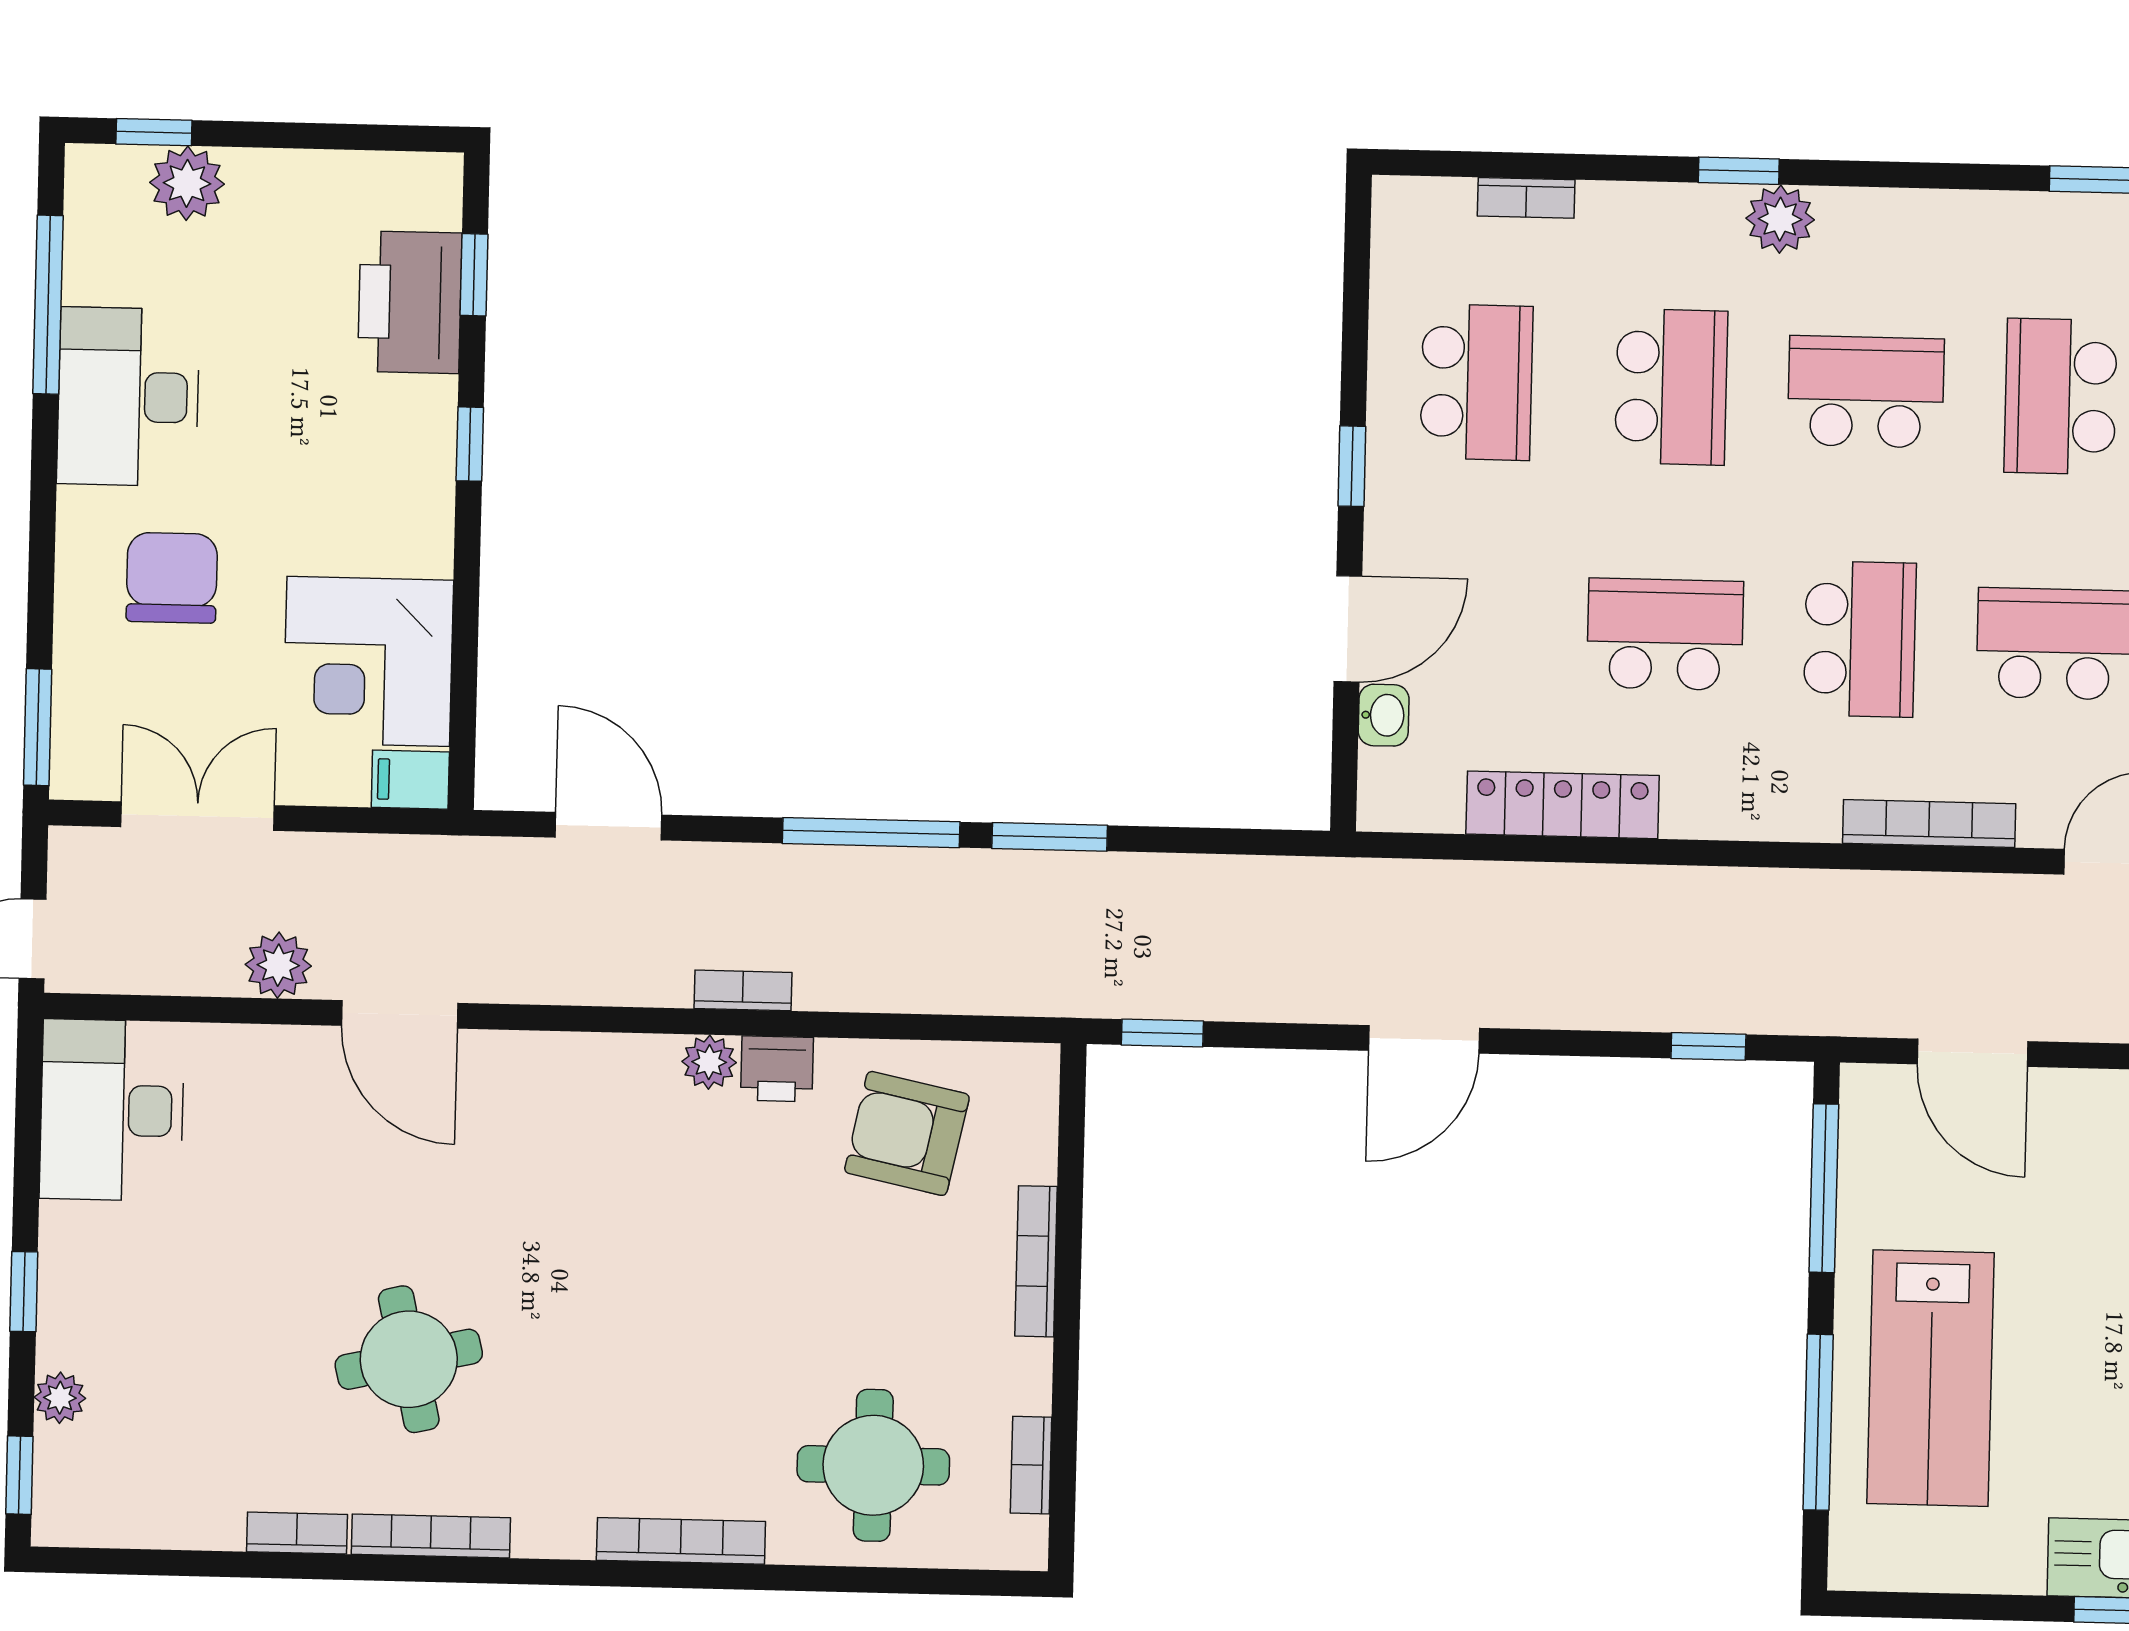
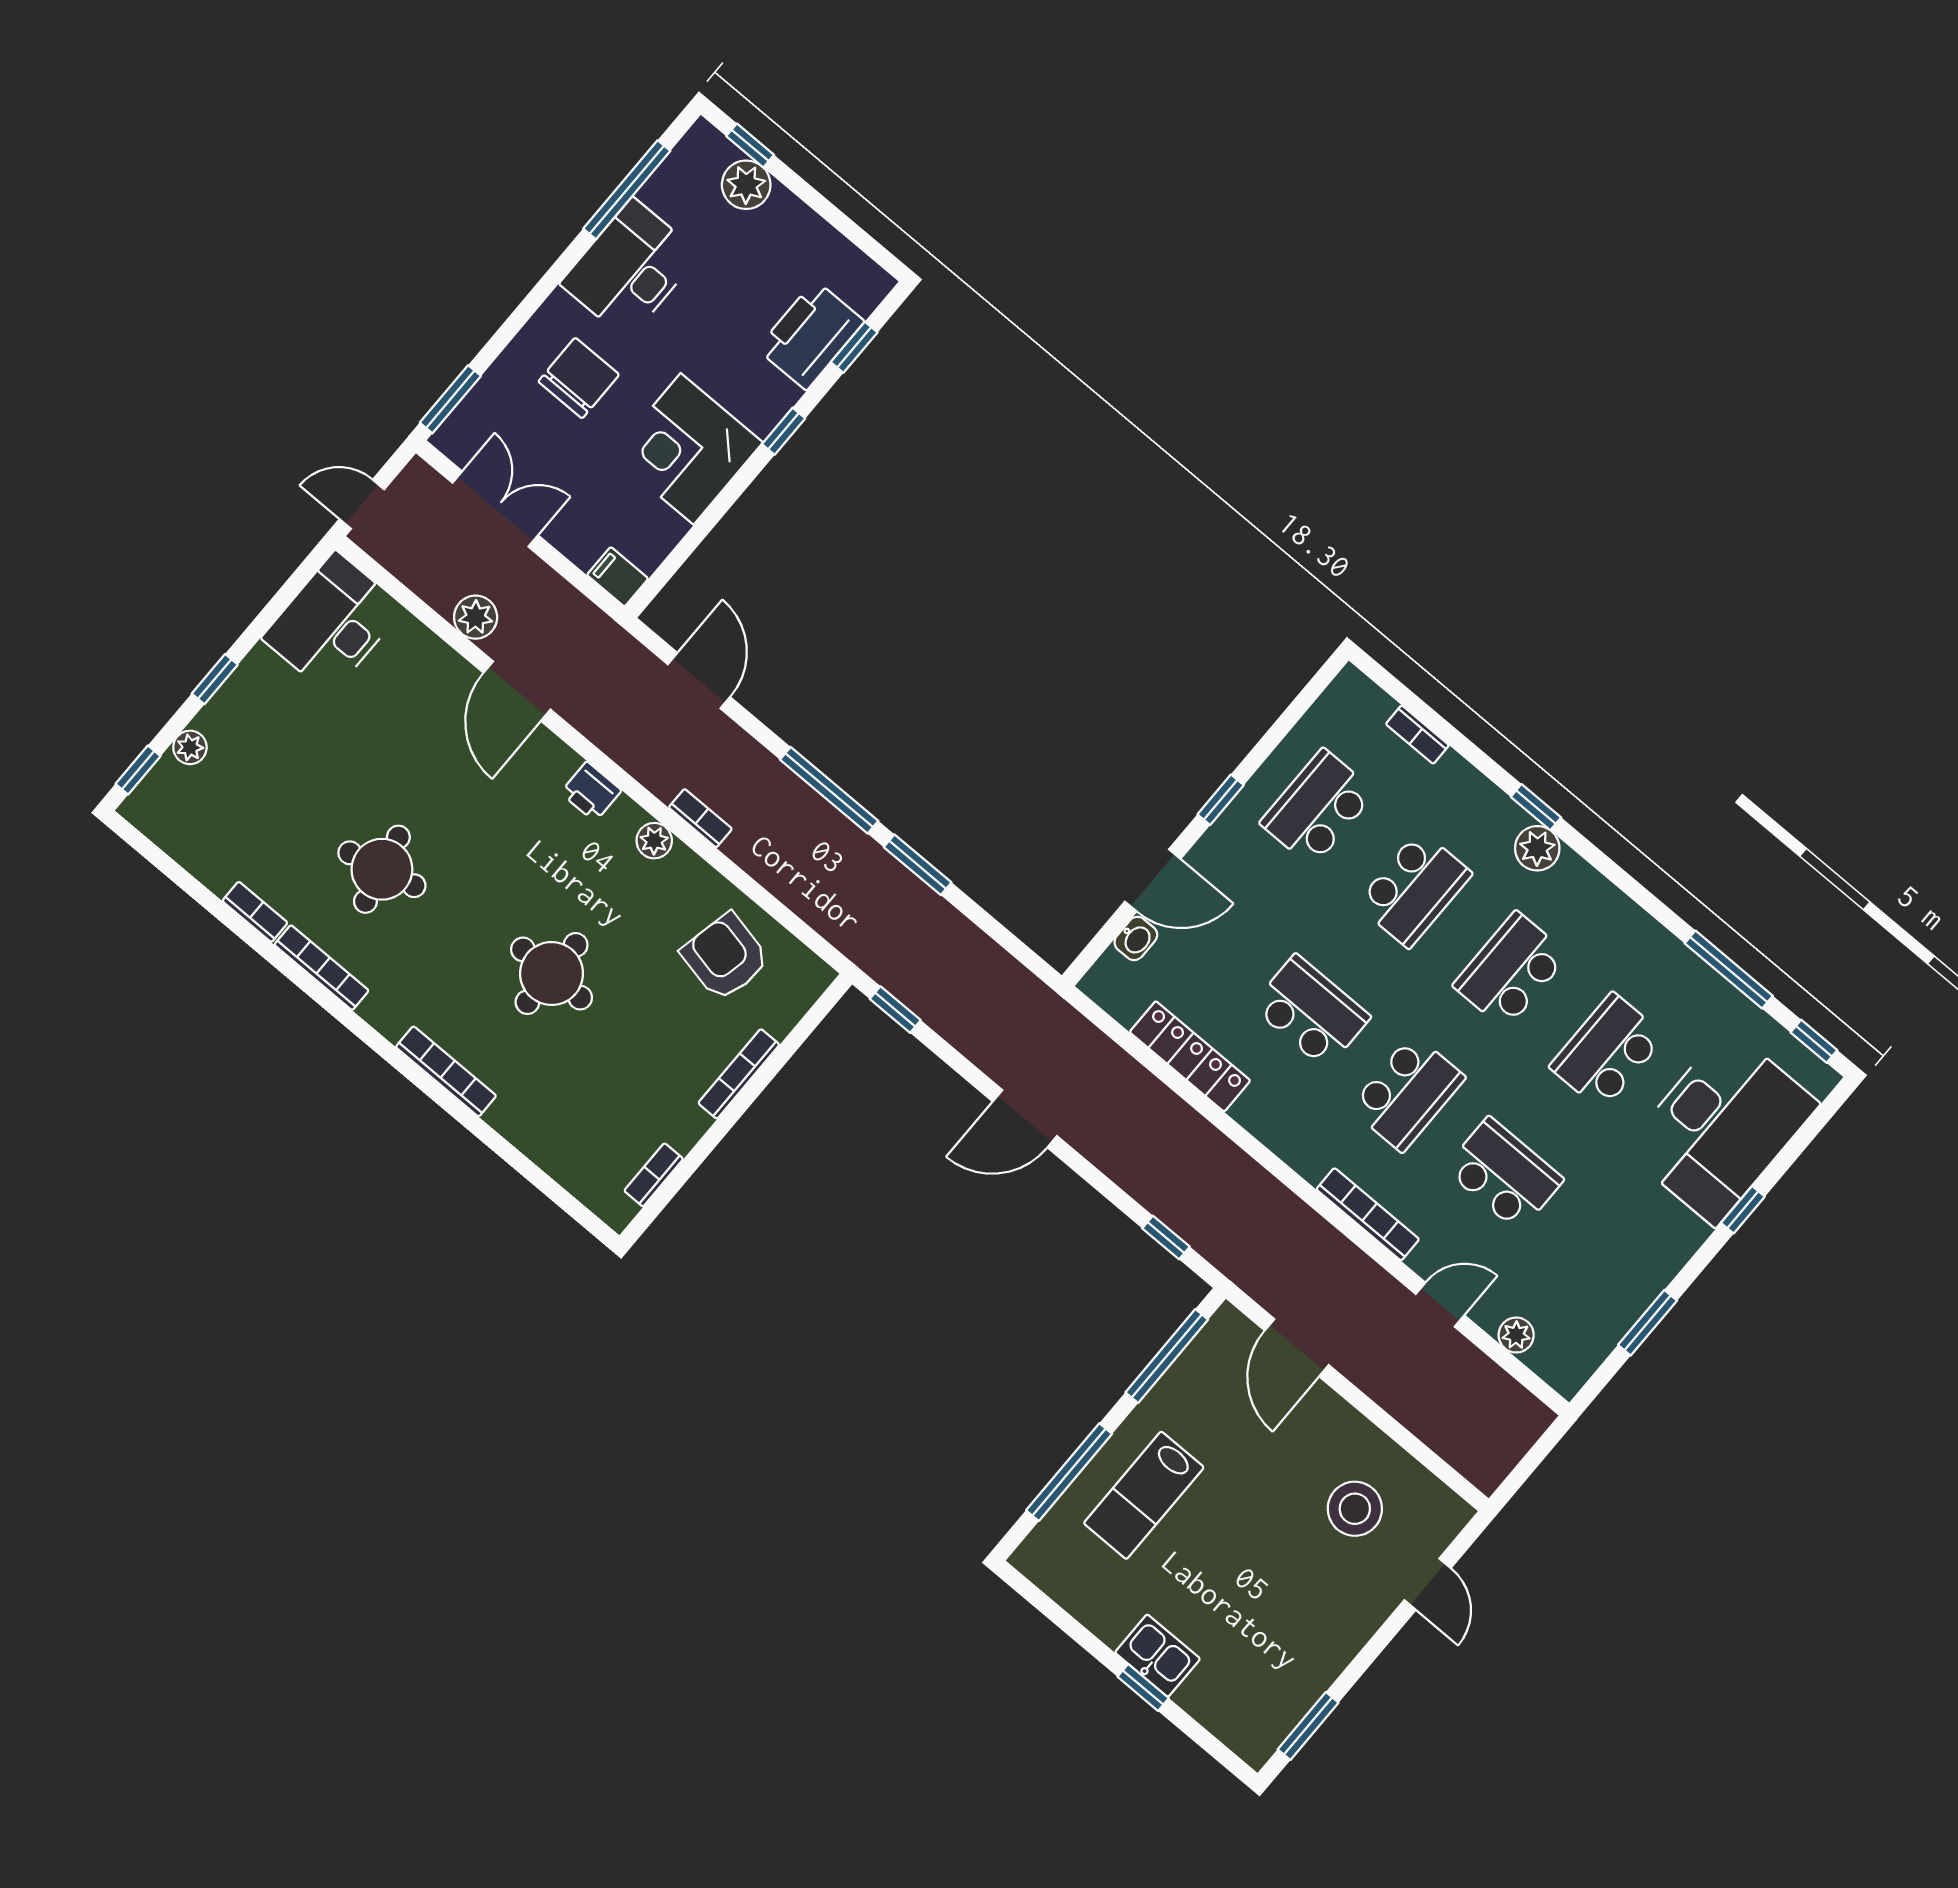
school desk: (1476, 382) -> (1318, 808), turned 180
school desk: (1866, 392) -> (1511, 970), turned -90
corner desk: (368, 661) -> (687, 449), moved
printer: (777, 1069) -> (591, 792), moved
lab bench: (1931, 1378) -> (1144, 1495), width x0.73, depth x0.72
round table: (873, 1465) -> (552, 974), moved

